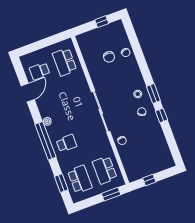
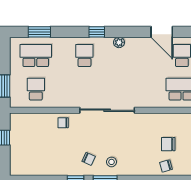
window: (46, 141) -> (97, 32), width x0.32
school desk: (66, 143) -> (84, 56), turned 180
school desk: (105, 170) -> (36, 89), width x0.54
school desk: (80, 179) -> (36, 56), turned 180

